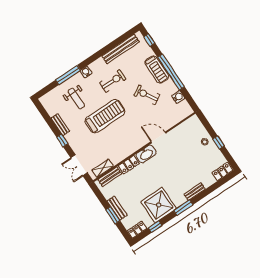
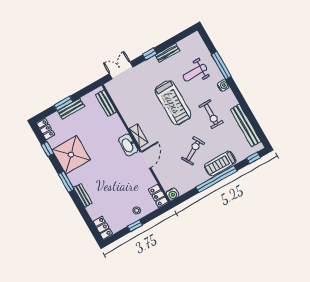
water cooler: (178, 97) -> (172, 194), moved
locker: (129, 165) -> (158, 196), moved
shelving: (103, 168) -> (139, 136), moved

